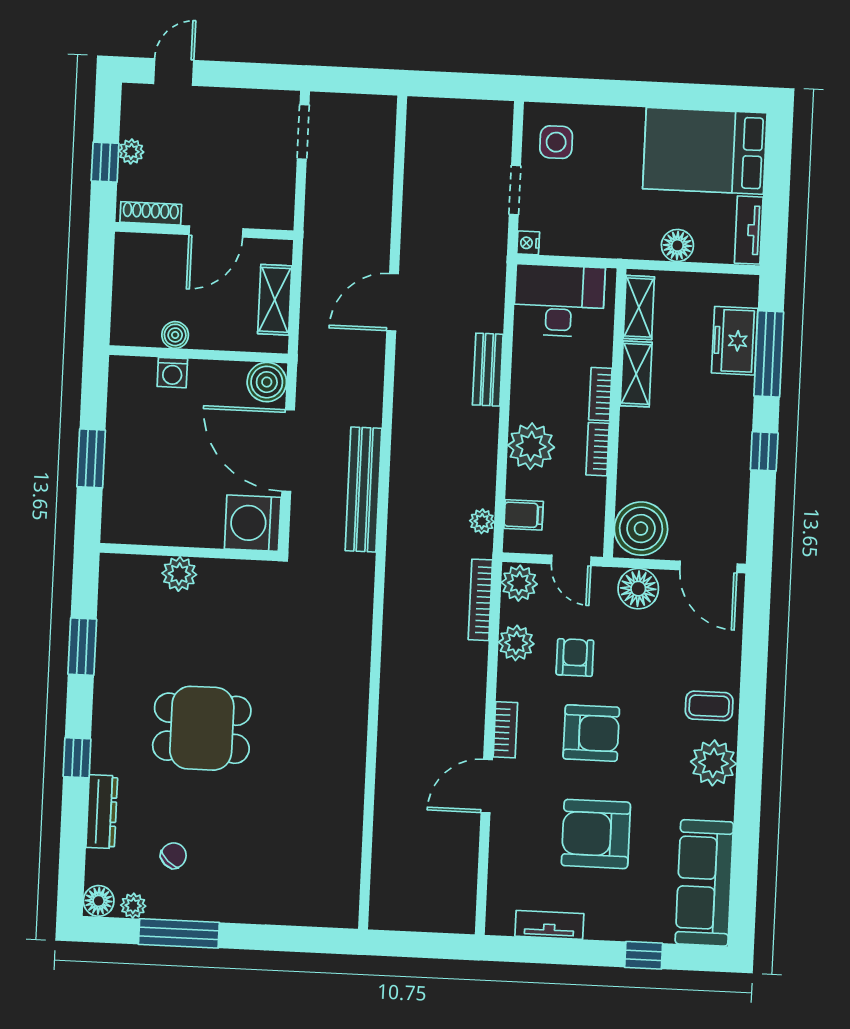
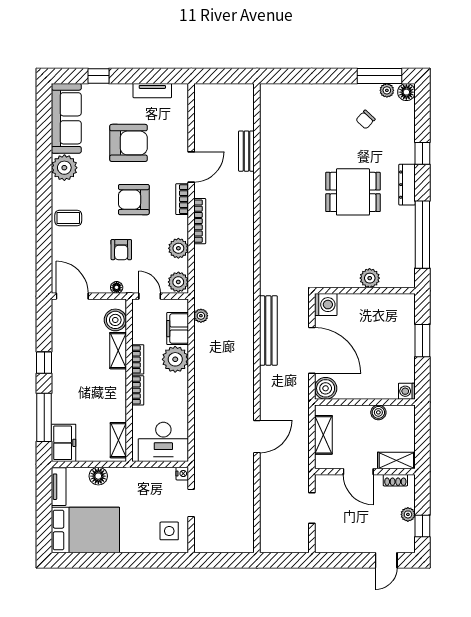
doorway: (303, 132) -> (312, 508), moved
window: (105, 162) -> (422, 526), moved
shoe rack: (151, 213) -> (395, 480), width x0.70
door: (216, 232) -> (358, 472), swing flipped
shelving: (147, 248) -> (396, 460), added
freezer: (735, 341) -> (64, 443), moved
bench: (488, 370) -> (246, 151), moved
washing machine: (172, 373) -> (407, 391), moved, turned -90
shelving: (636, 374) -> (118, 351), moved
filing cabinet: (524, 515) -> (178, 329), width x2.00
washing machine: (253, 523) -> (326, 305), width x0.73, depth x0.73
boiler: (641, 529) -> (115, 320), width x0.73, depth x0.73
floor lamp: (638, 589) -> (117, 287), width x0.53, depth x0.53
bookcase: (480, 600) -> (200, 221), moved
window: (82, 647) -> (422, 235), width x2.11
armchair: (575, 657) -> (121, 250), moved
window: (77, 758) -> (422, 153), moved
plant: (713, 763) -> (64, 168), moved
dresser: (102, 812) -> (407, 185), moved
window: (179, 933) -> (379, 76), moved

